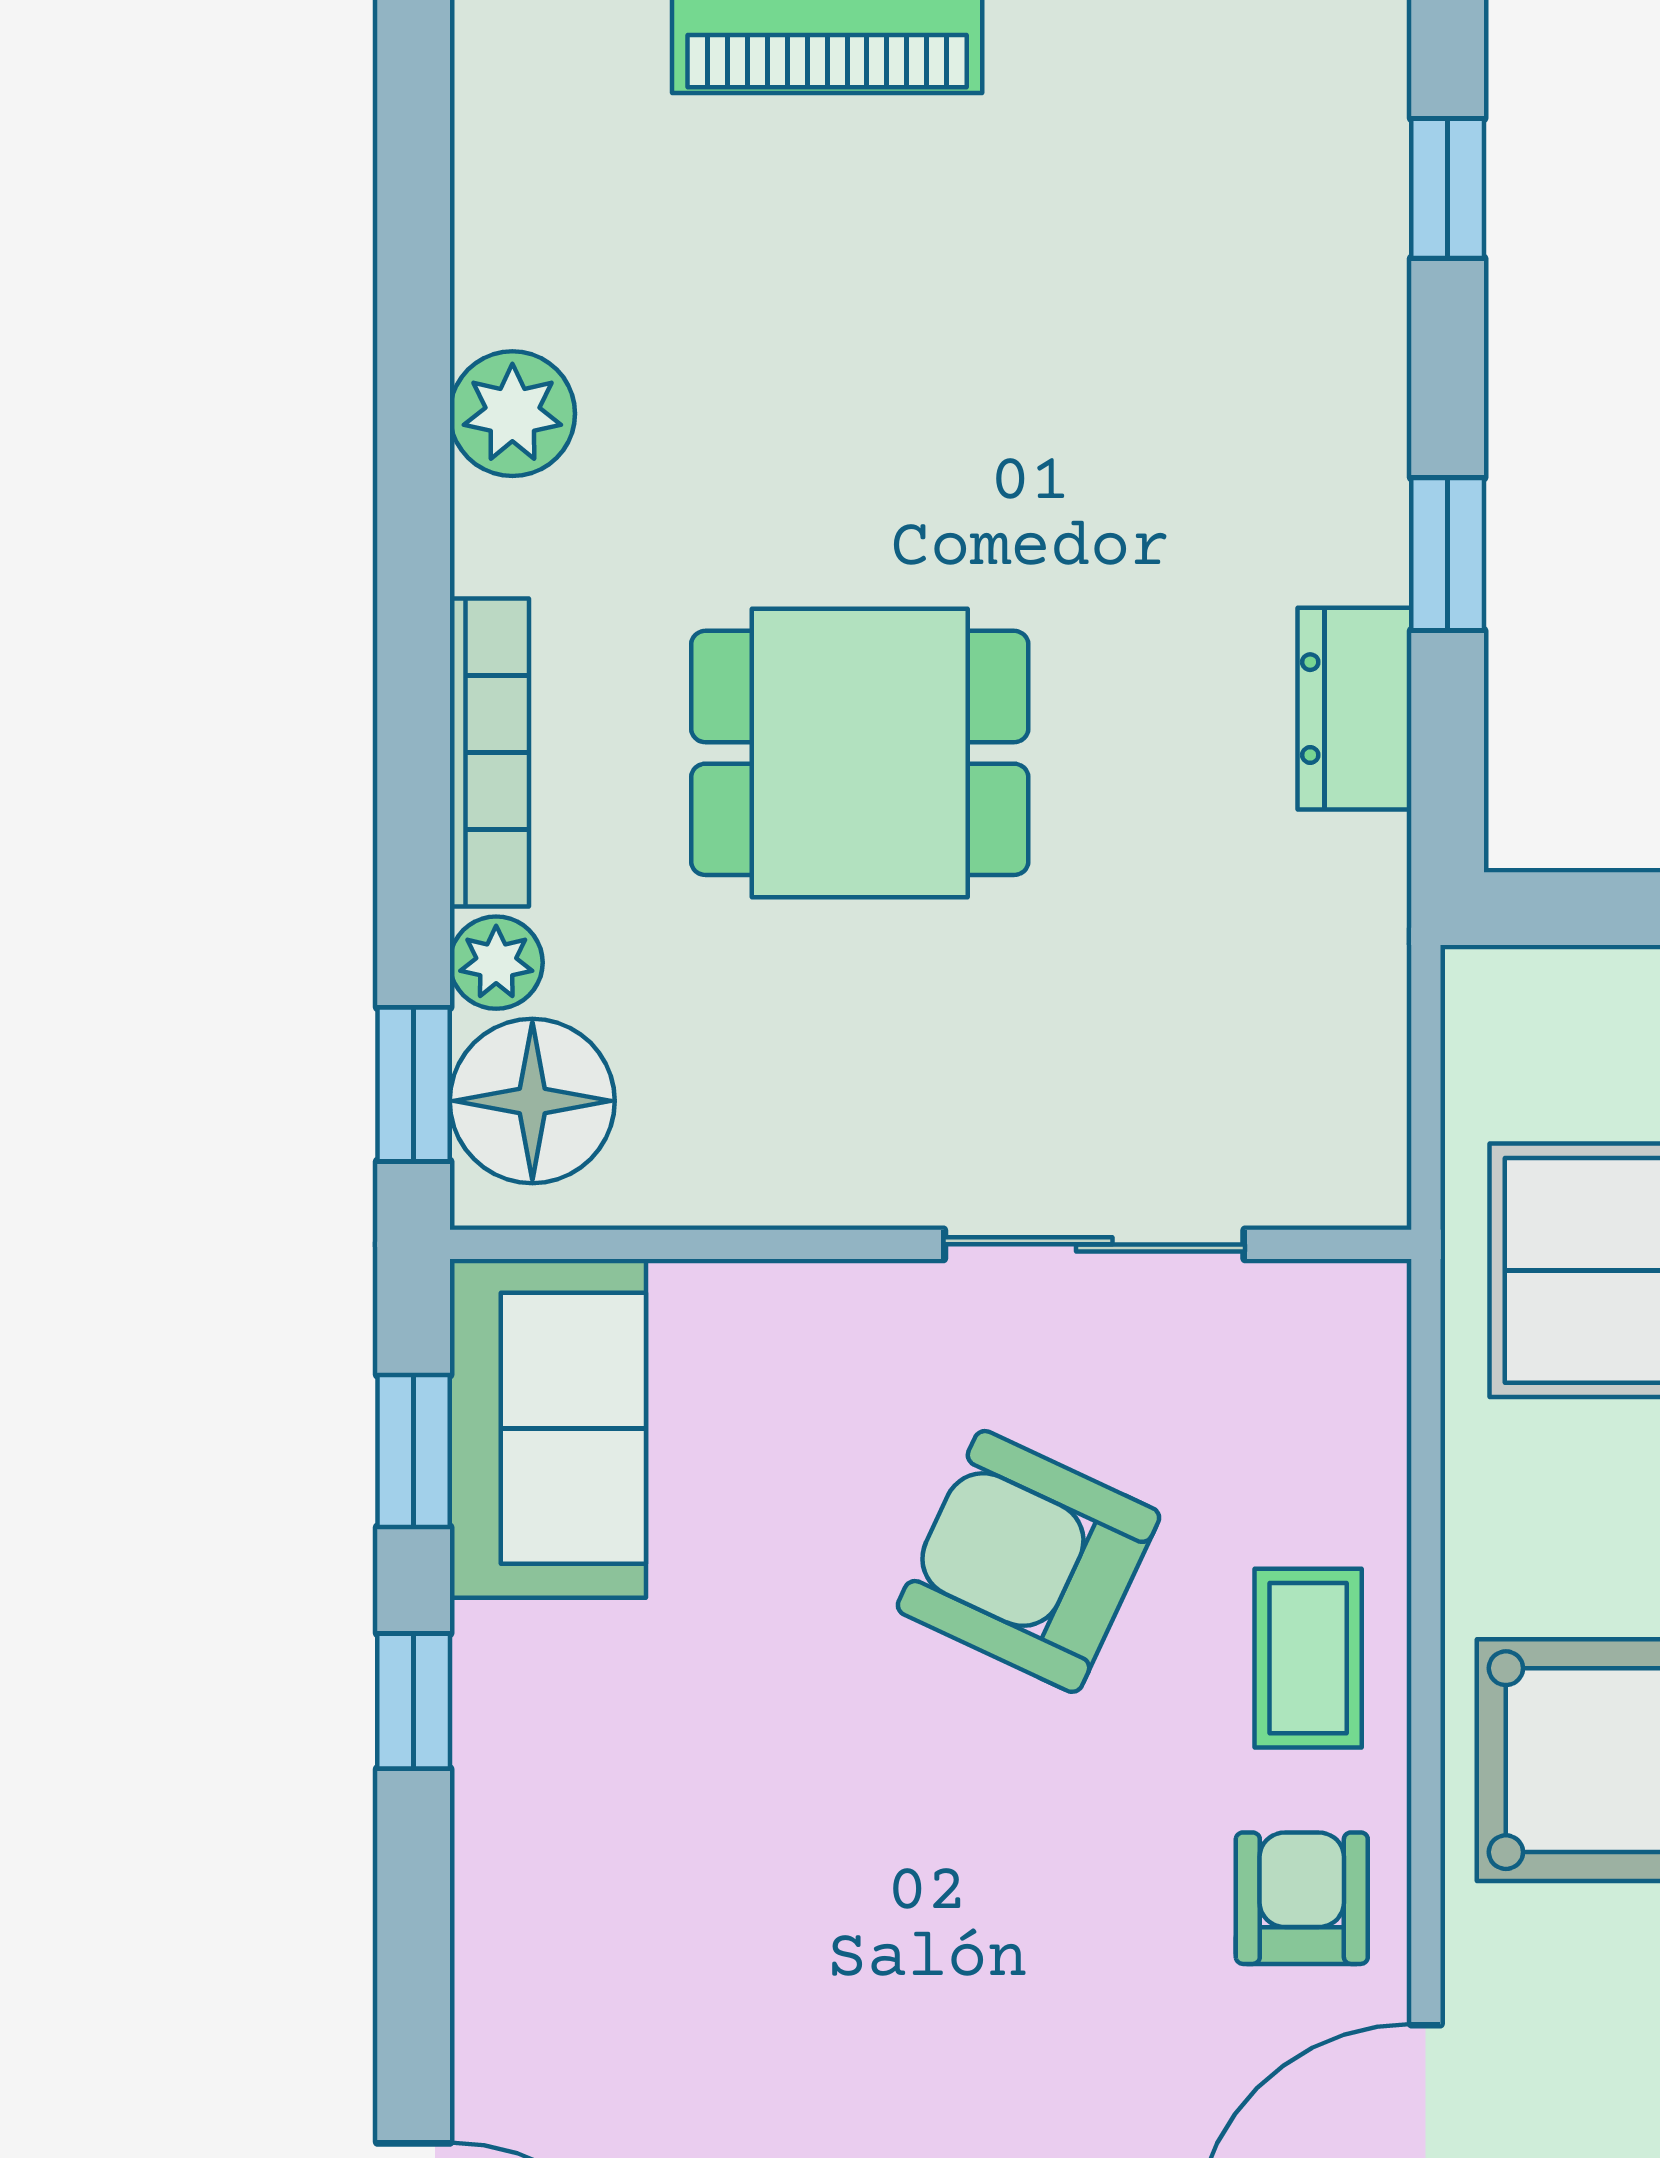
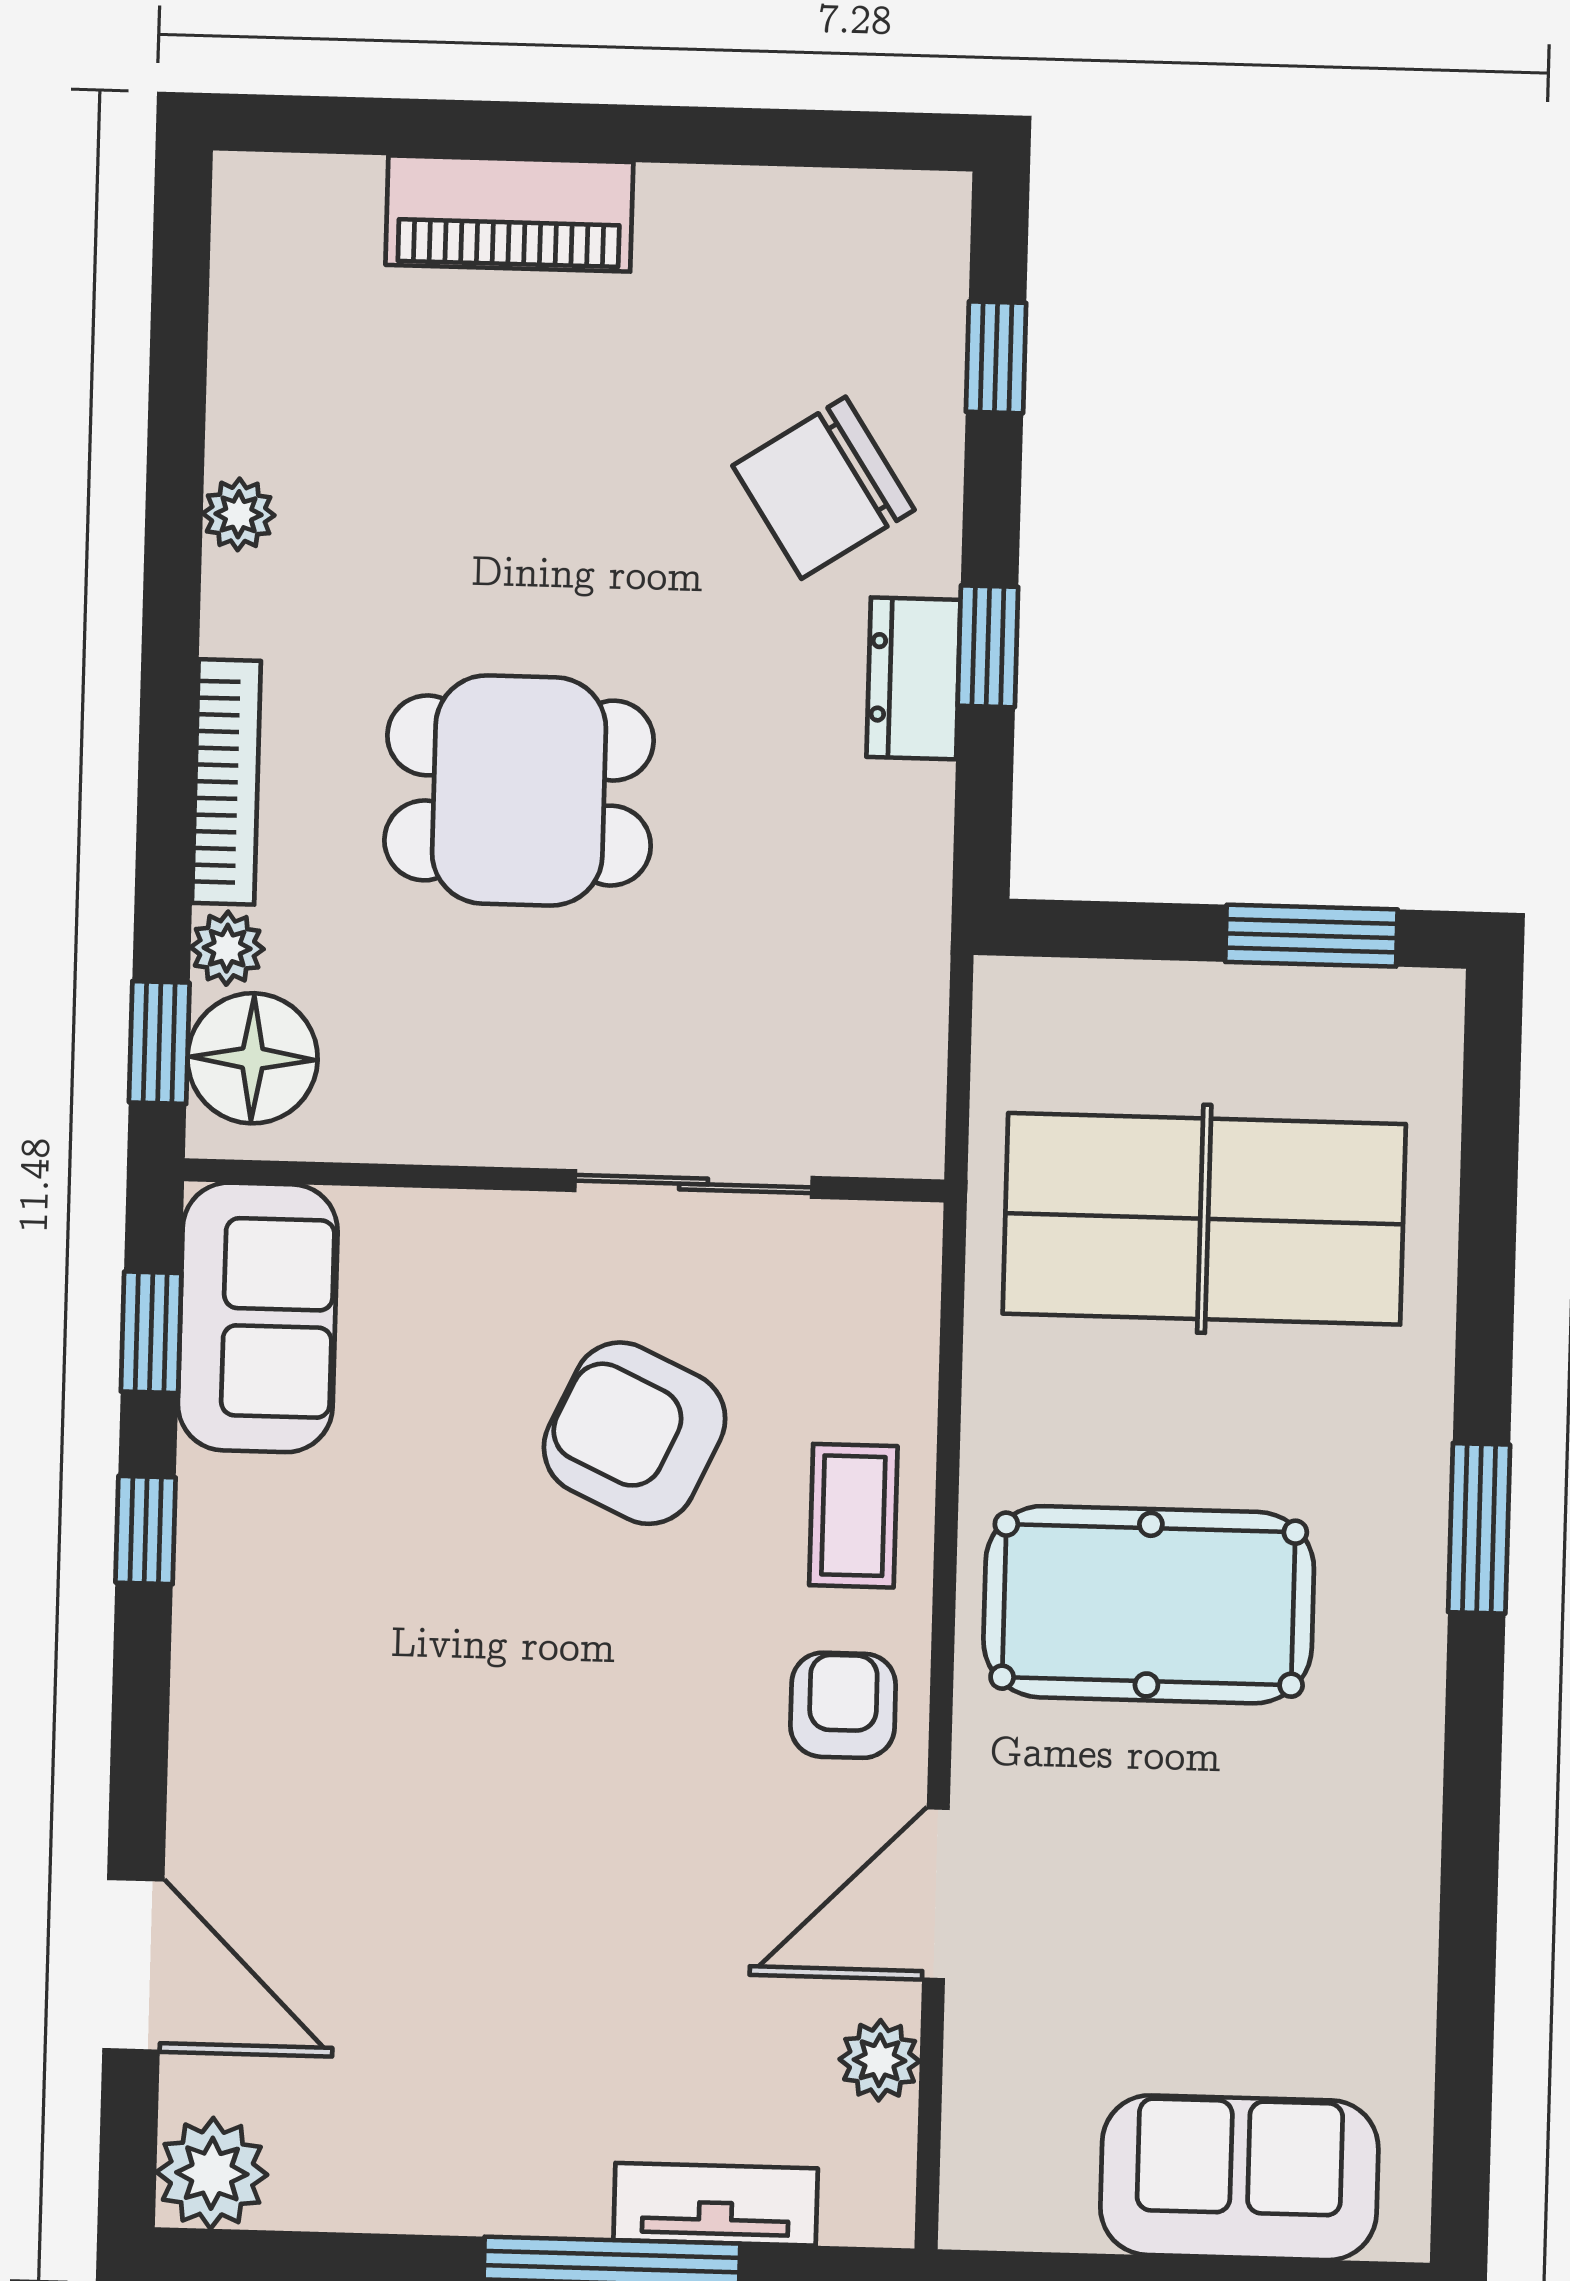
chair: (1234, 359) -> (823, 488), added
plant: (512, 414) -> (239, 514), width x0.73, depth x0.73
dresser: (1354, 709) -> (913, 678), moved

